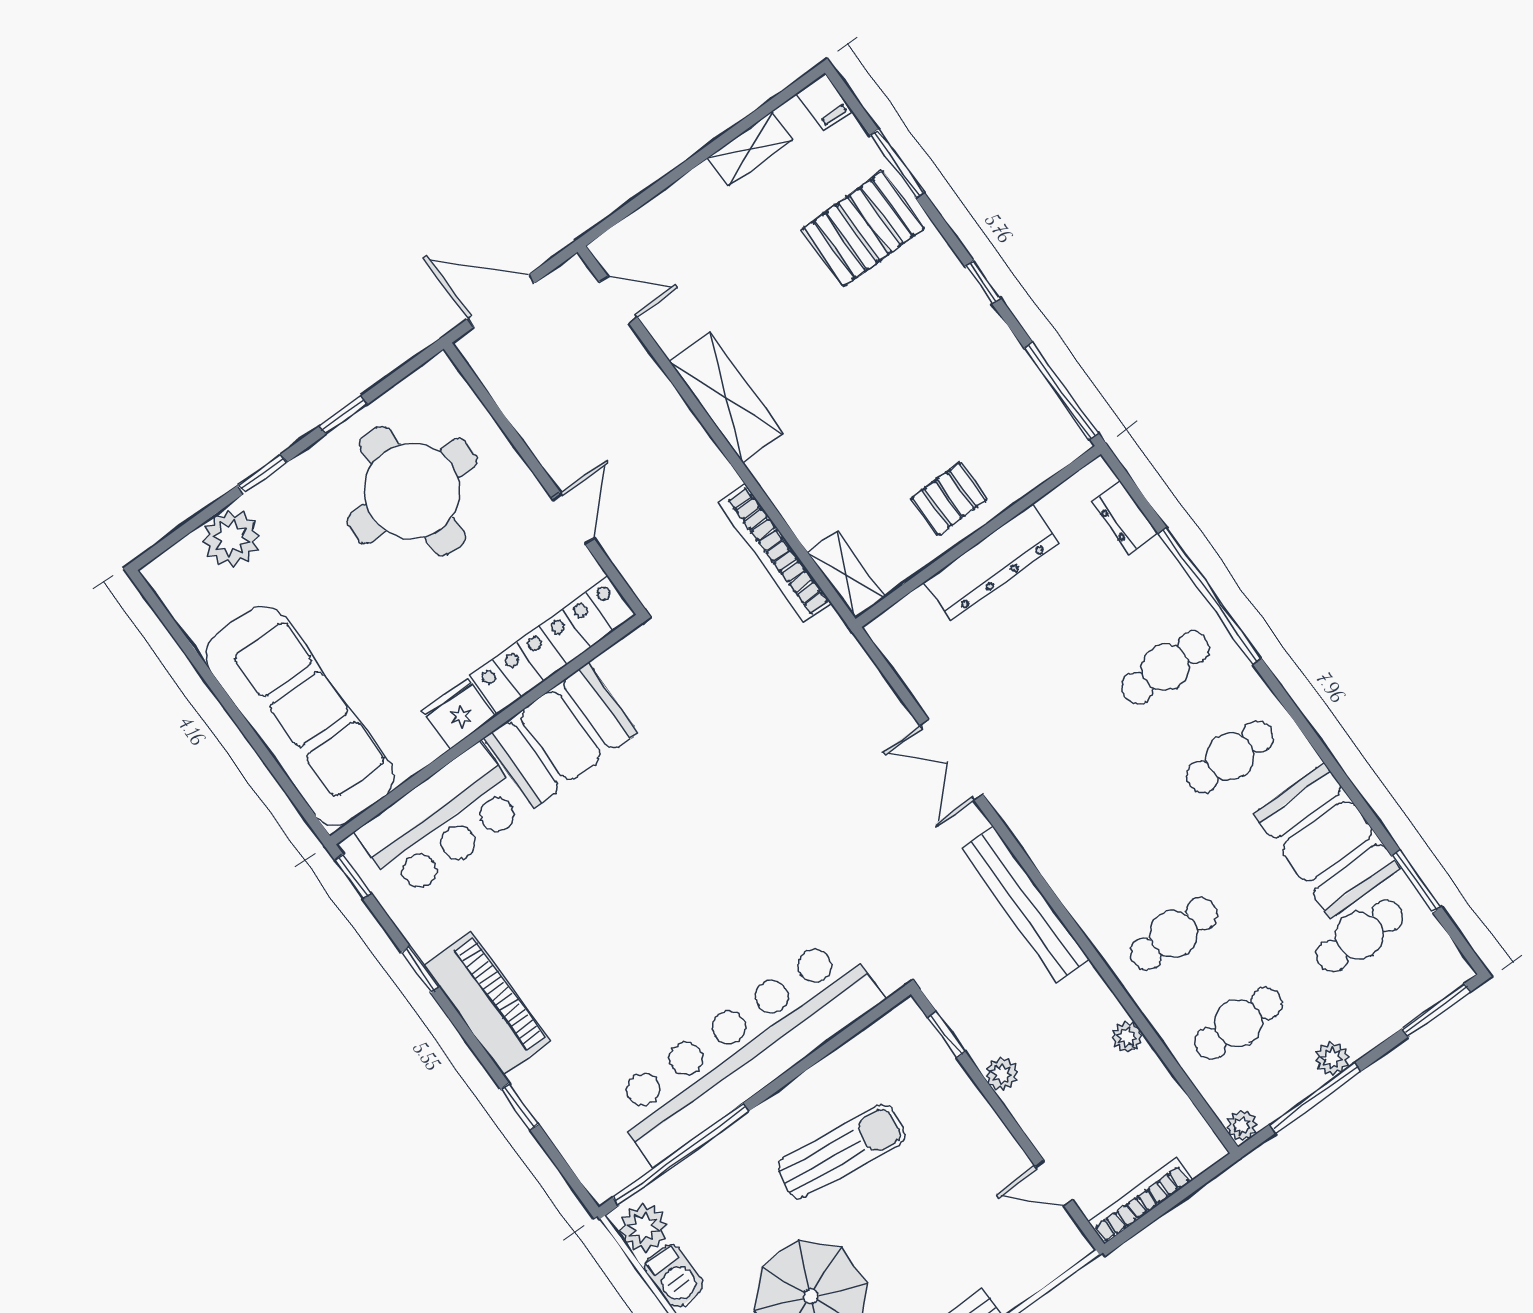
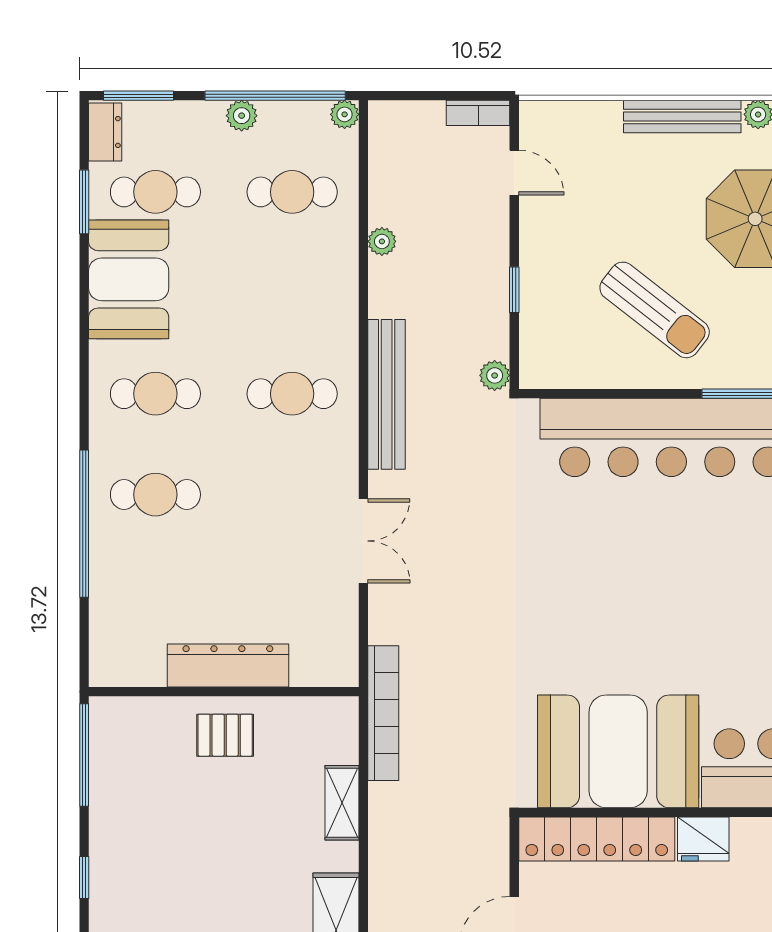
dresser: (1125, 517) -> (105, 132), moved
bookcase: (775, 553) -> (383, 713), moved
shelving: (847, 575) -> (342, 803), moved
booth: (561, 735) -> (618, 751), width x1.36, depth x1.42
cafe table: (1174, 934) -> (292, 394), moved
window: (946, 1035) -> (514, 290), moved
plant: (1002, 1074) -> (495, 375), moved
window: (1315, 1098) -> (275, 96), width x1.46
sun lounger: (841, 1151) -> (655, 310), turned -149
bookcase: (1140, 1201) -> (478, 113), width x0.64

